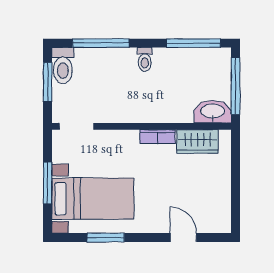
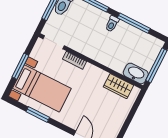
window: (193, 43) -> (134, 23), moved
bookcase: (158, 137) -> (75, 60), moved

